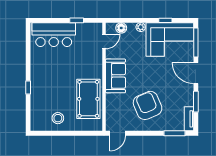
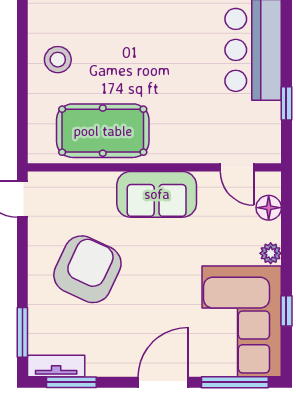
window: (196, 102) -> (71, 382), moved
armchair: (148, 105) -> (87, 269), turned -42

